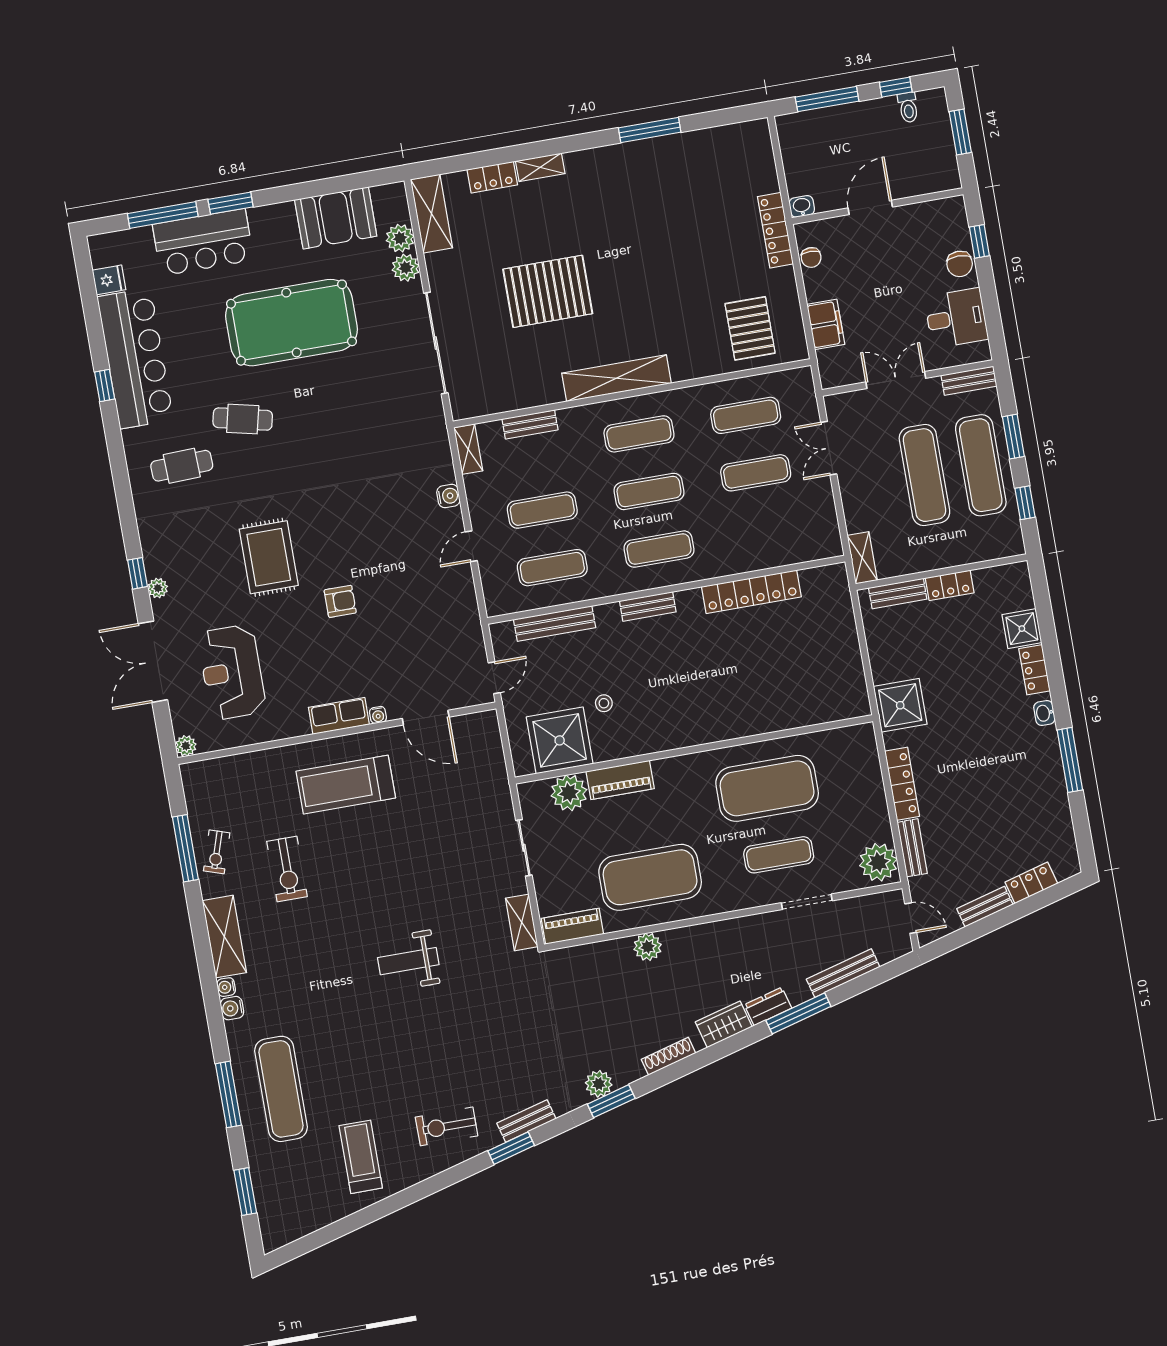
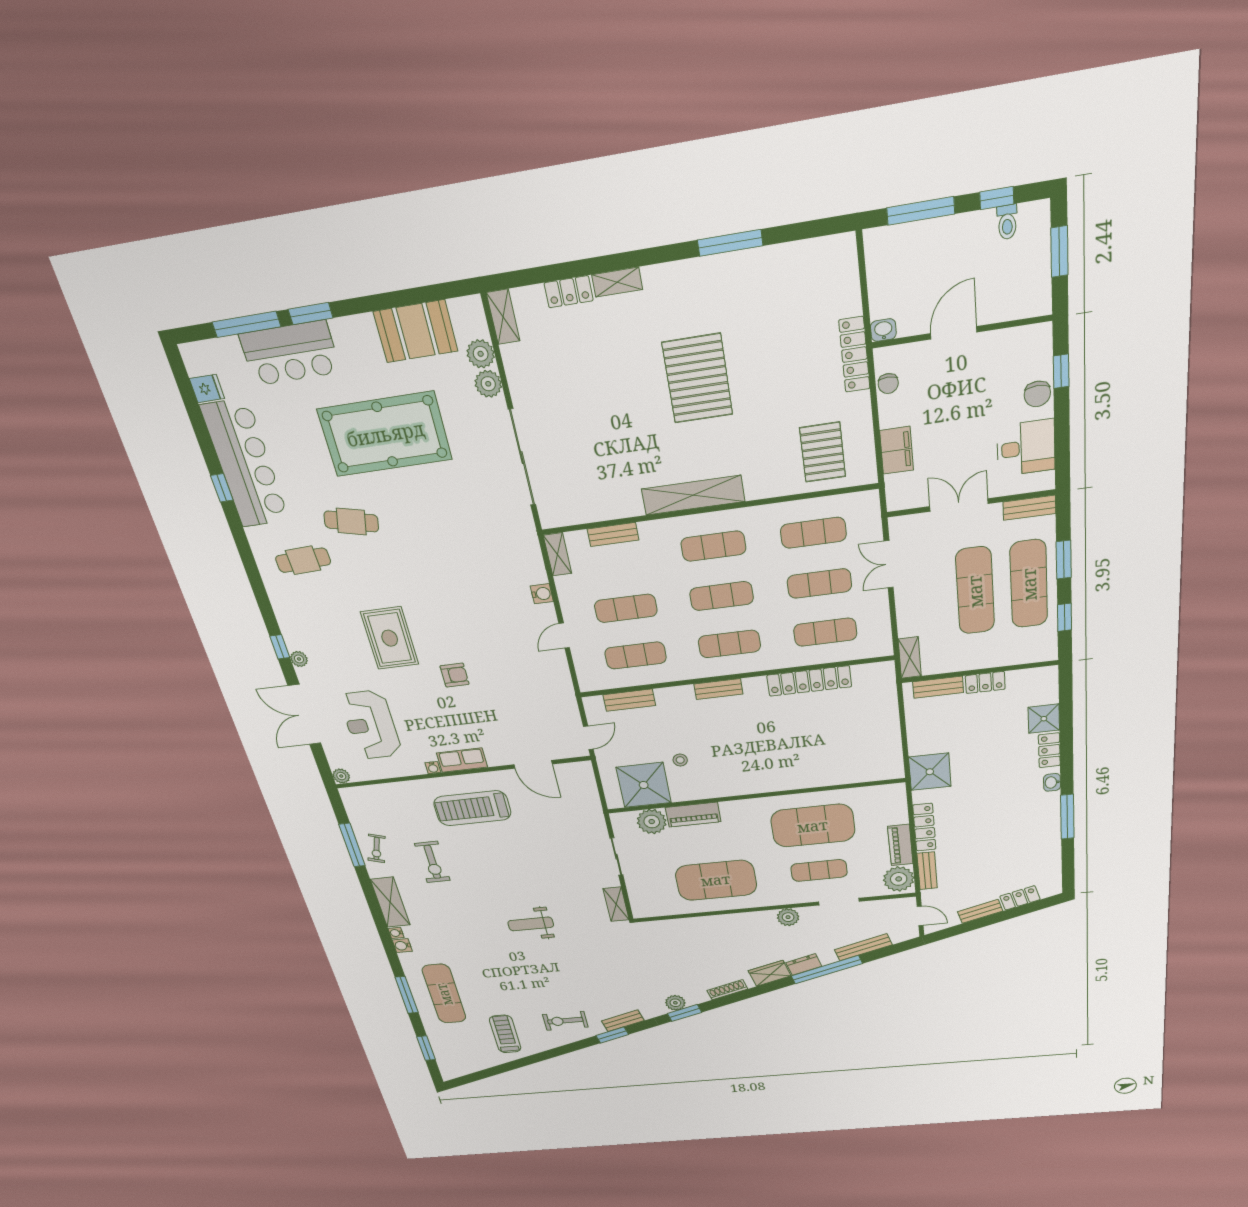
shelving: (431, 214) -> (503, 317), width x0.67, depth x0.75
pallet: (548, 291) -> (697, 379), moved, turned 90
exercise mat: (766, 530) -> (825, 632), added
bench: (555, 624) -> (629, 700), width x0.73
water cooler: (378, 715) -> (433, 768), moved
piano: (572, 926) -> (900, 845), moved, turned -90
plant: (648, 947) -> (788, 917), moved
window: (798, 1013) -> (827, 970), width x1.46

